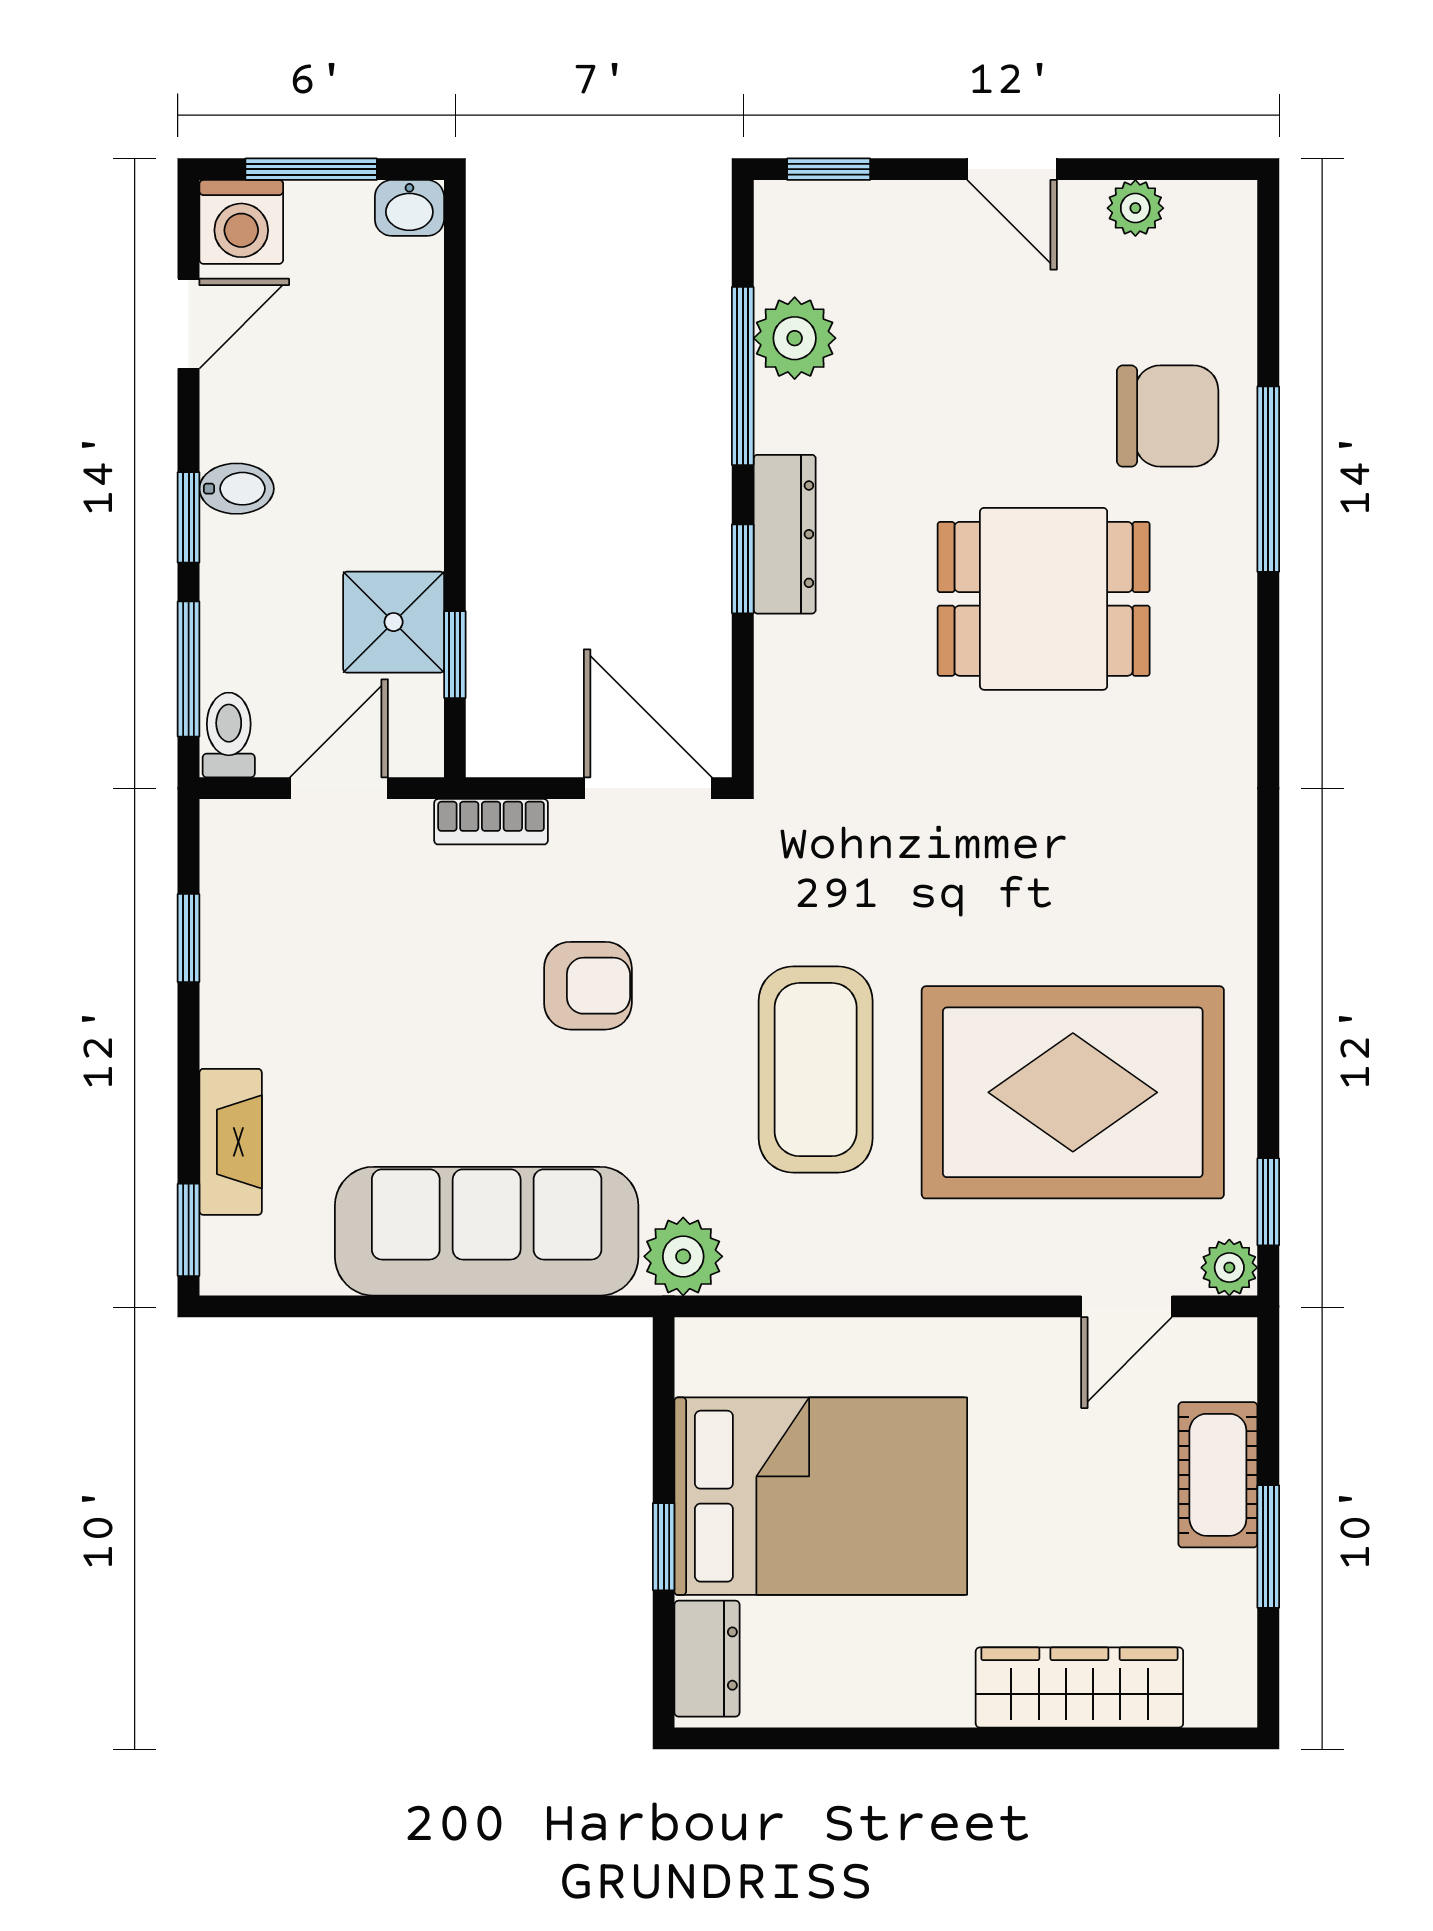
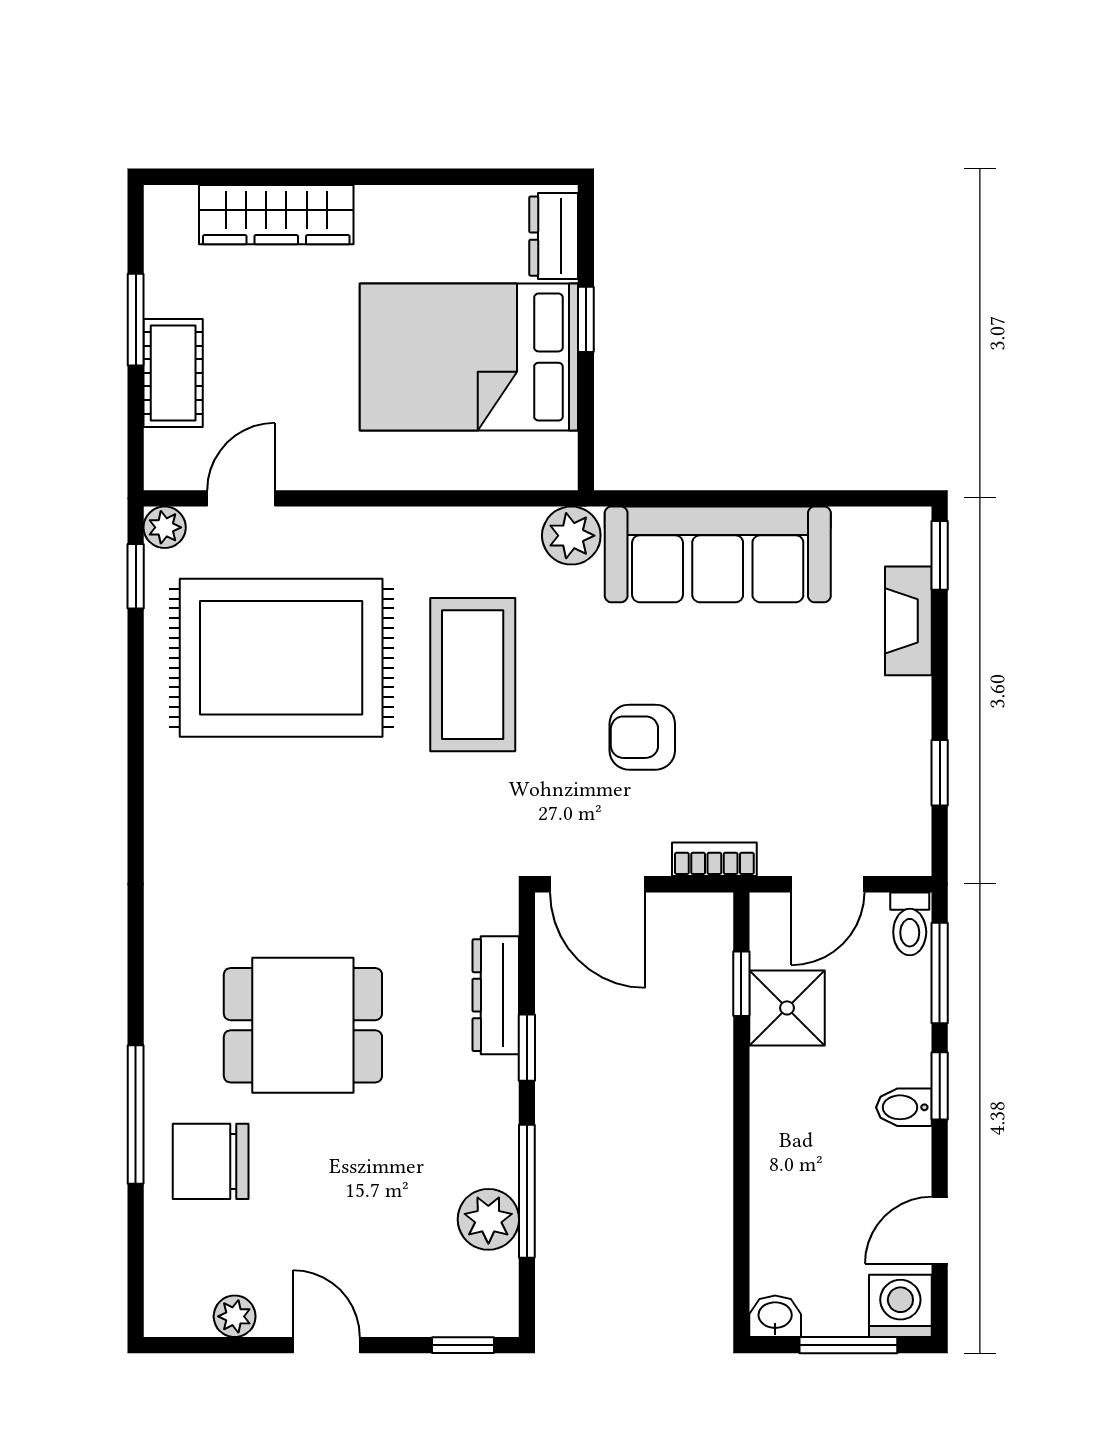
dresser: (785, 534) -> (496, 995), moved

